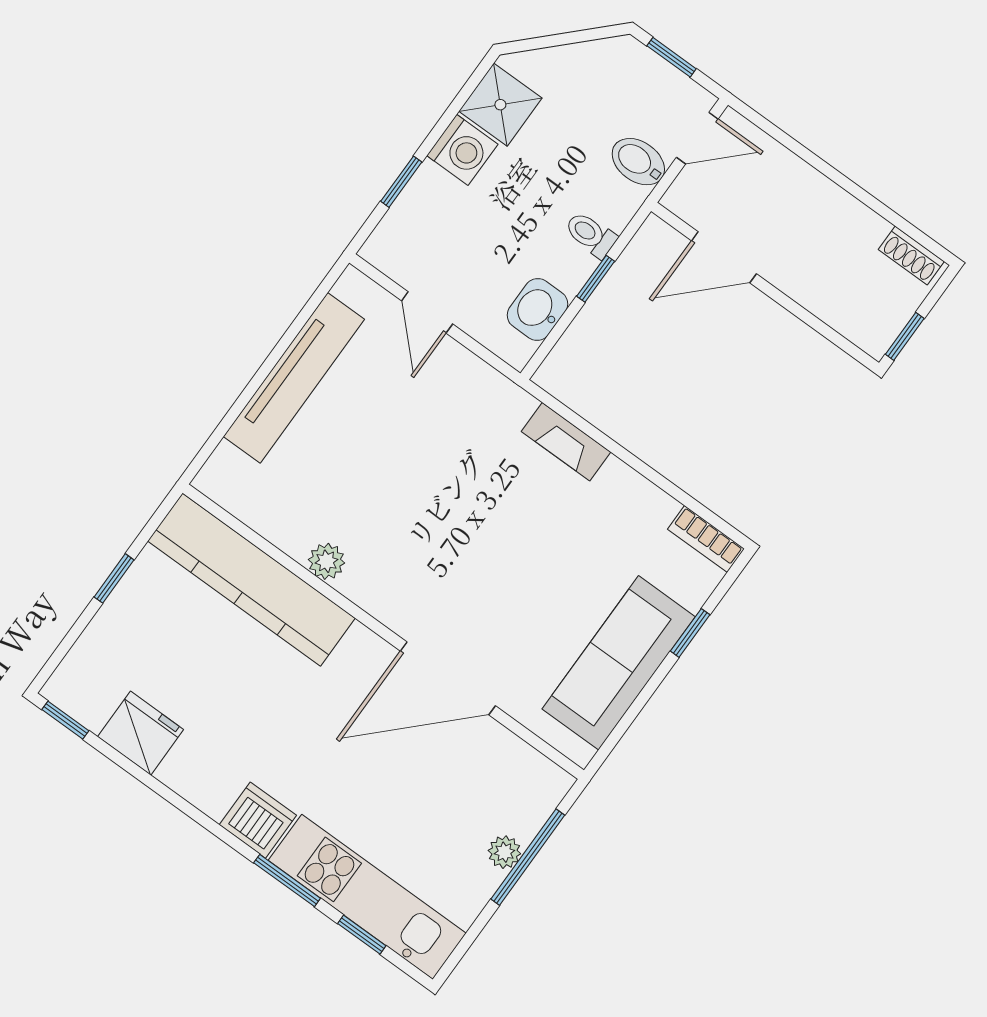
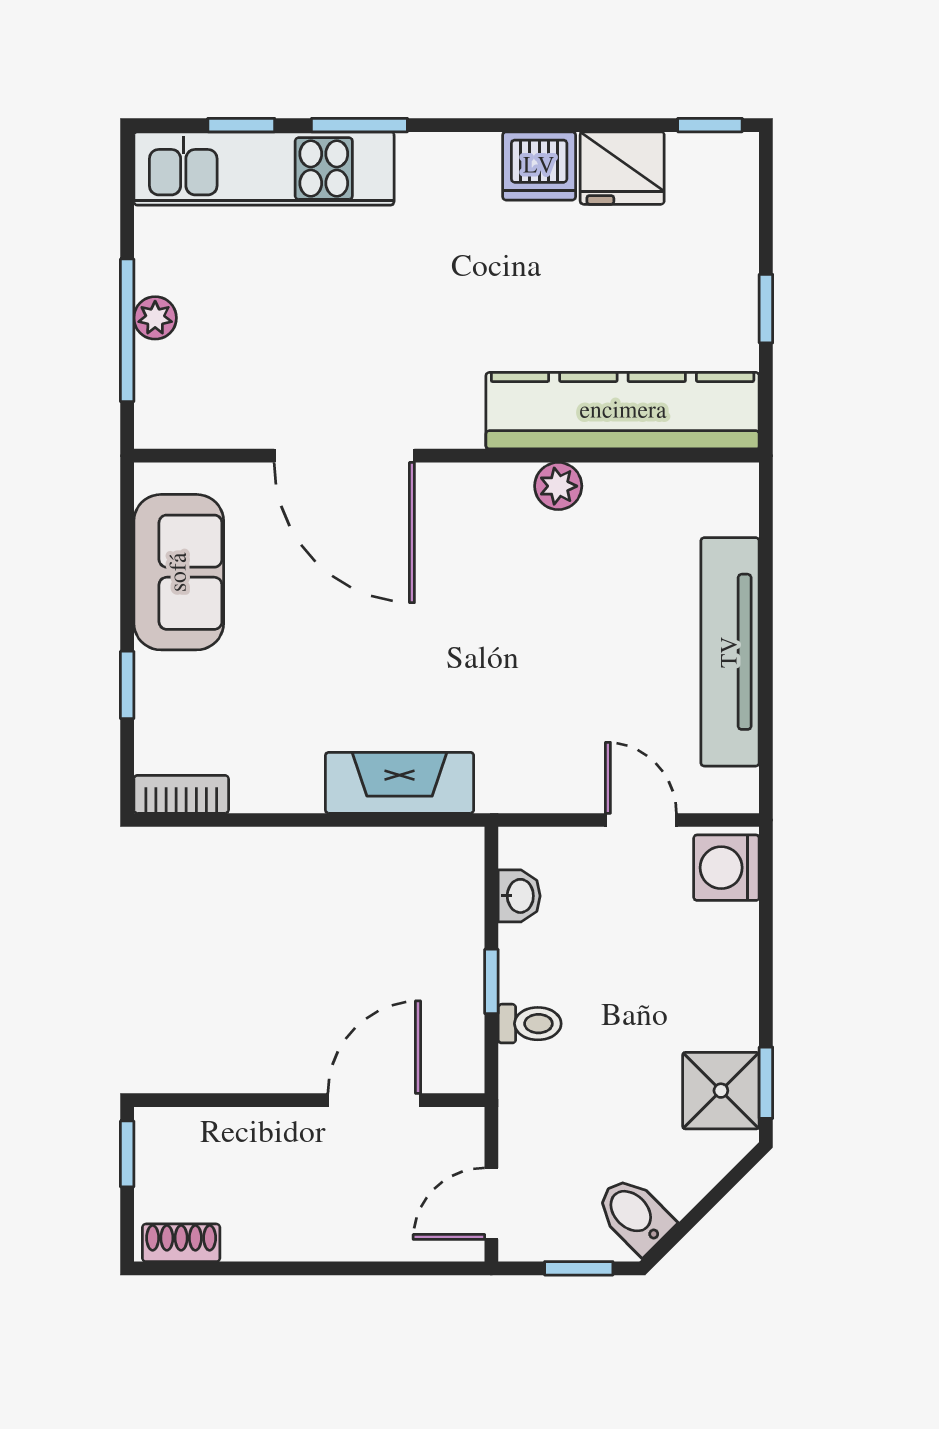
washing machine: (462, 150) -> (726, 868), moved
bidet: (638, 162) -> (634, 1215), moved, turned -135
window: (401, 182) -> (766, 1083), moved
washbasin: (537, 310) -> (519, 896), width x0.72, depth x0.69
fireplace: (566, 442) -> (400, 783), width x1.37, depth x1.32
sofa: (619, 663) -> (179, 572), width x0.73
door: (448, 678) -> (344, 456), swing flipped
dishwasher: (258, 820) -> (539, 166), moved

